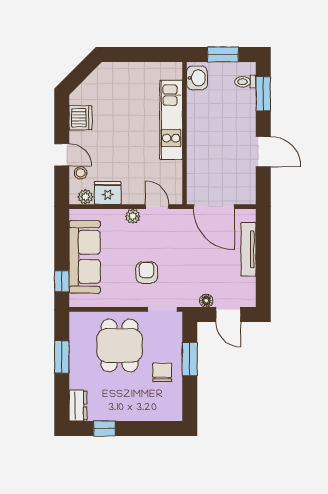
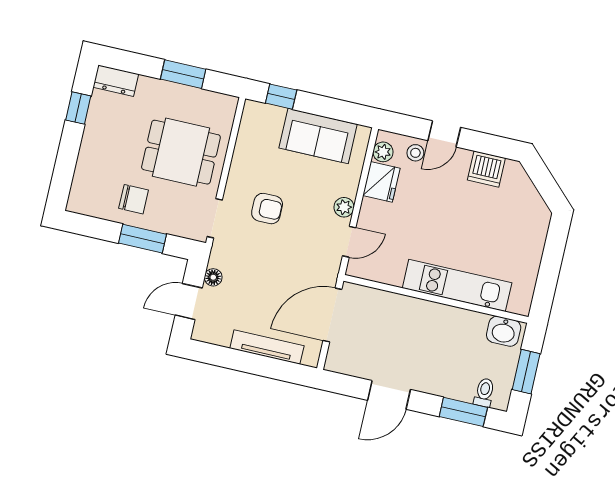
sofa: (85, 257) -> (318, 136), width x0.73

